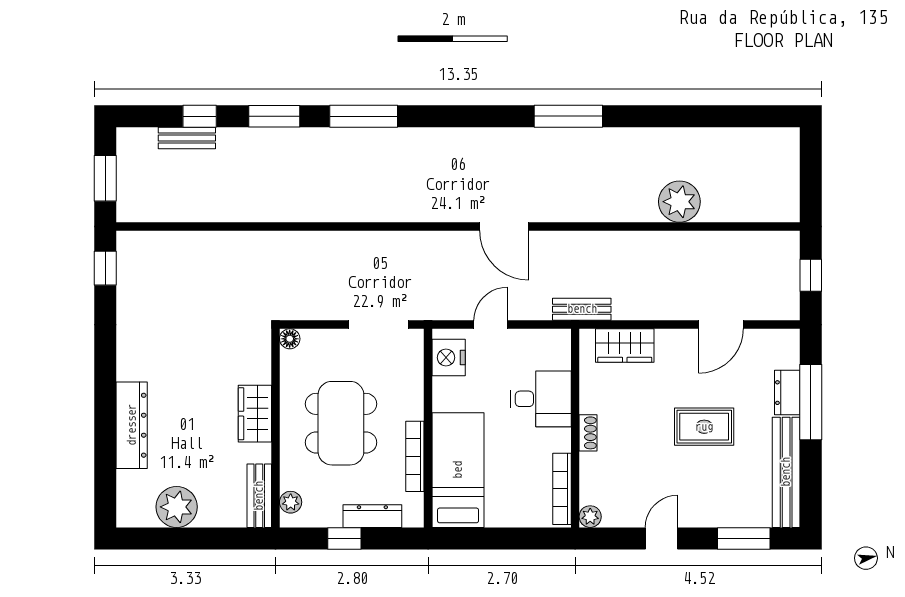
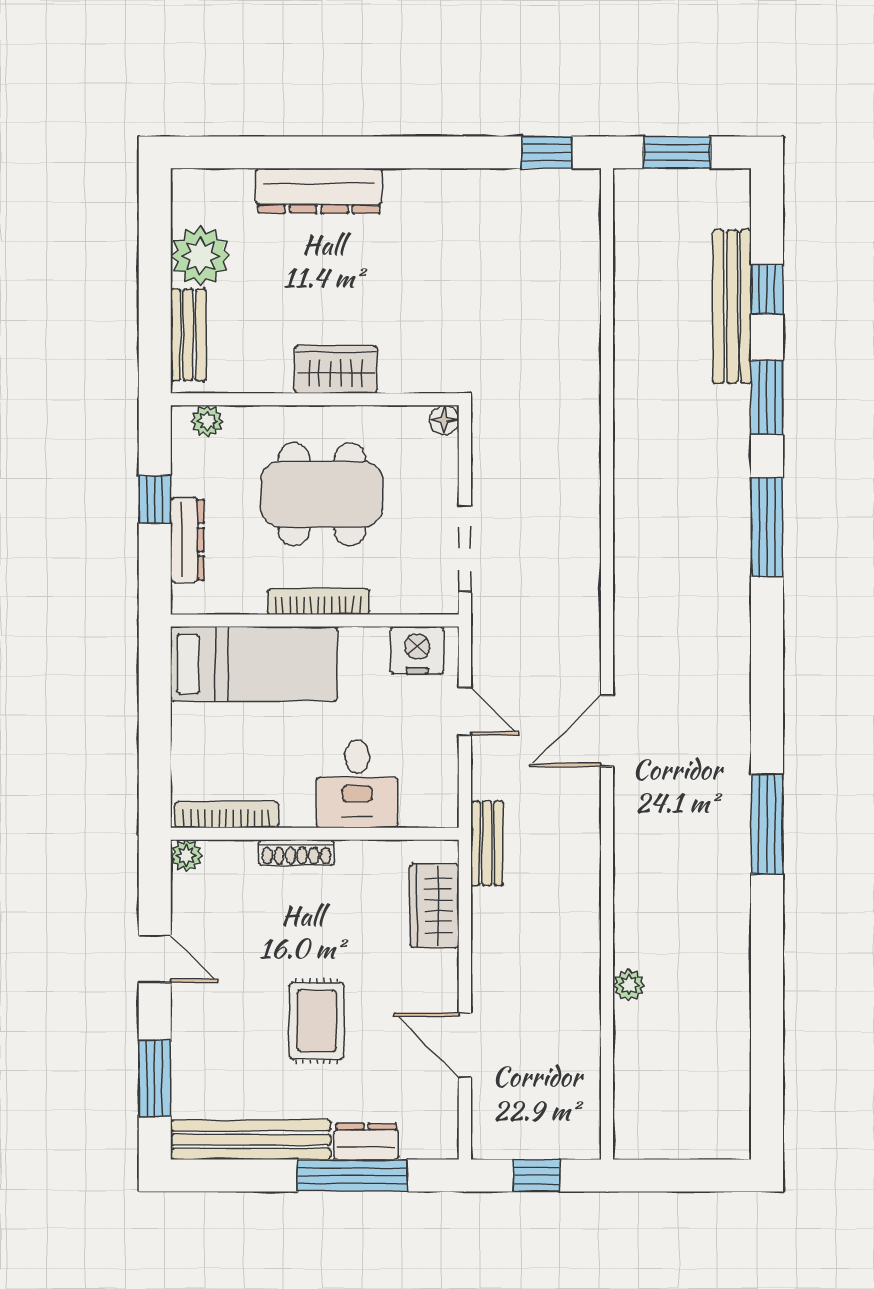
bench: (187, 138) -> (732, 307), width x1.86, depth x1.21
plant: (679, 202) -> (629, 985), width x0.53, depth x0.53
shoe rack: (588, 433) -> (296, 853), width x1.43
bookcase: (415, 456) -> (318, 601), moved
bench: (259, 496) -> (188, 335), moved, turned 90

